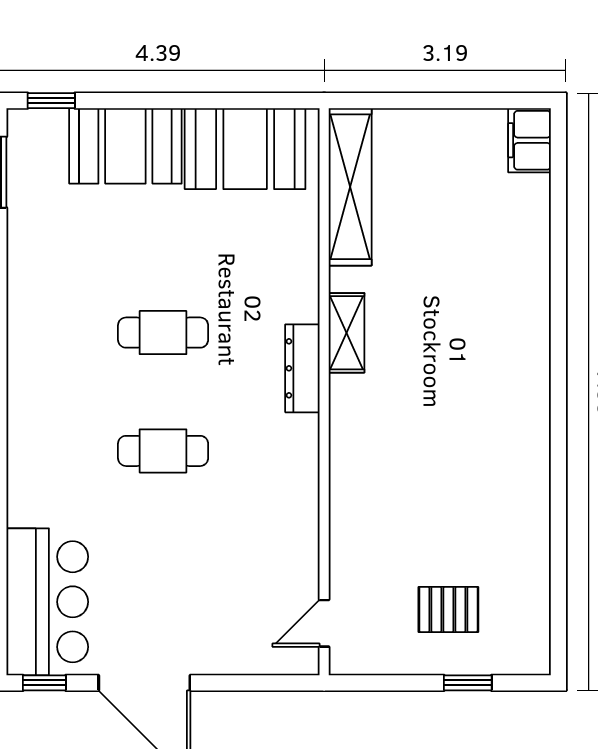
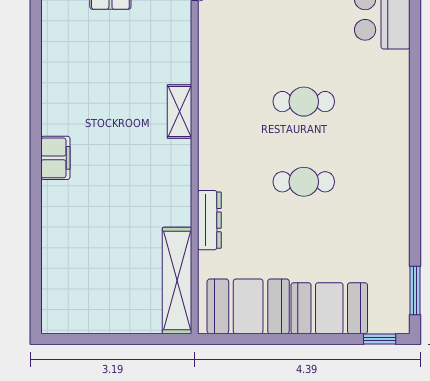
filing cabinet: (529, 140) -> (55, 158), moved
shelving: (347, 333) -> (179, 111), moved
dresser: (302, 368) -> (209, 220), moved

